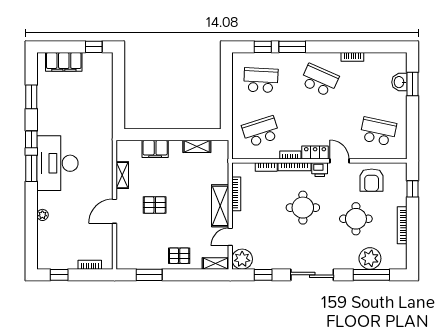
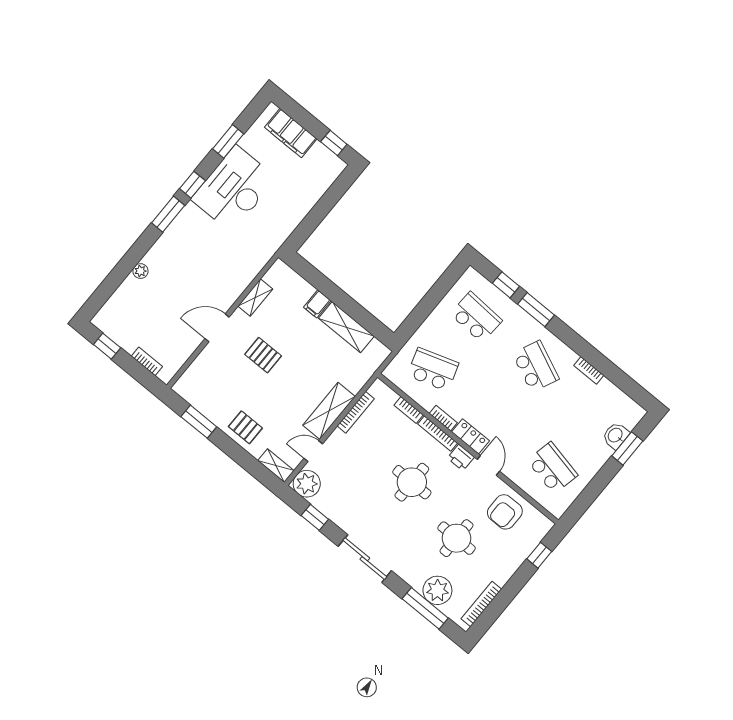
shelving: (197, 146) -> (346, 327), width x1.50, depth x1.33
filing cabinet: (155, 149) -> (317, 304), width x0.50
desk: (57, 163) -> (234, 189), moved
bookcase: (402, 225) -> (481, 604), moved

